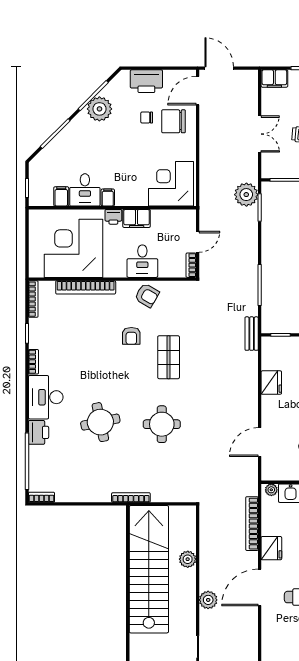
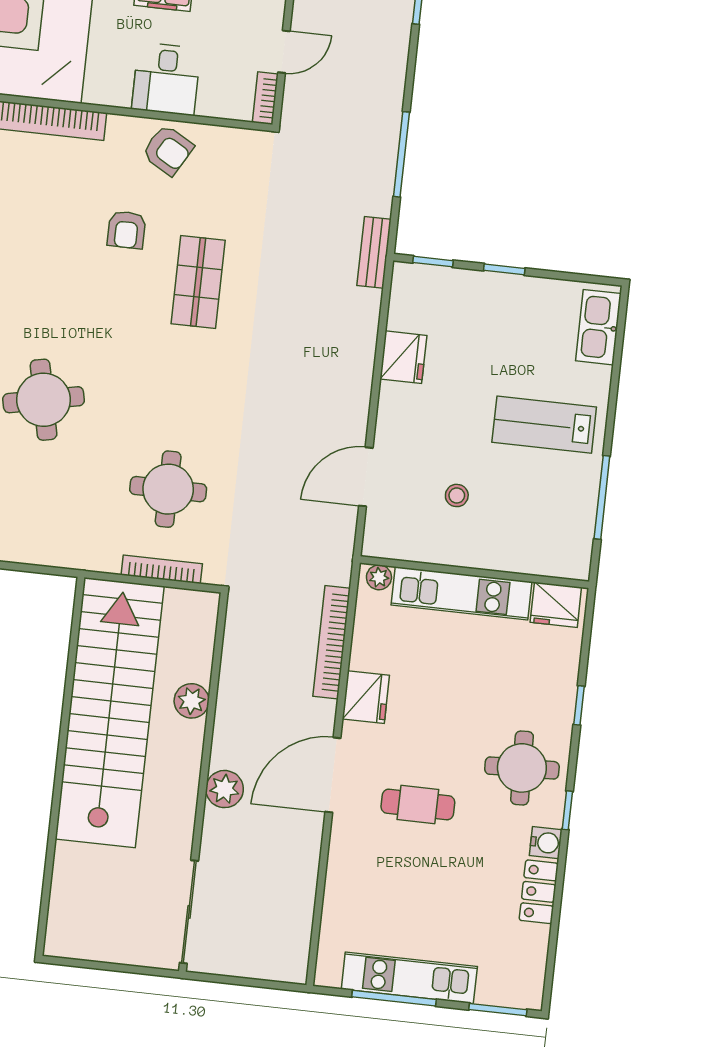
round table: (162, 424) -> (168, 489), moved
bookcase: (131, 497) -> (162, 569), moved

